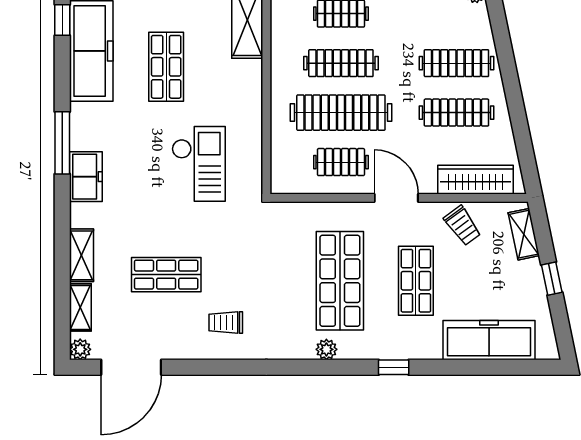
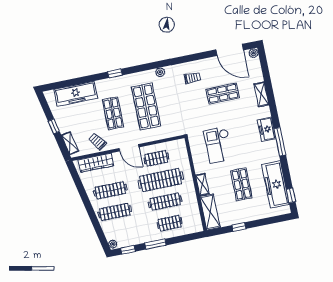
shelving: (80, 307) -> (202, 184), moved
plant: (326, 349) -> (160, 72), moved
door: (131, 367) -> (230, 50), swing flipped

